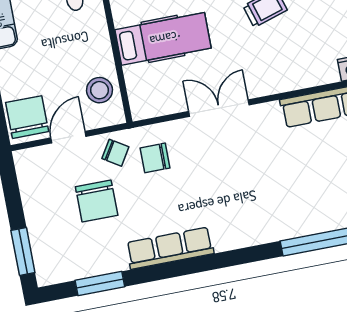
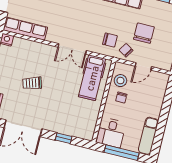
hospital bed: (163, 39) -> (92, 78), moved, turned -90
chair: (27, 117) -> (121, 98), moved, width x0.54, depth x0.54

